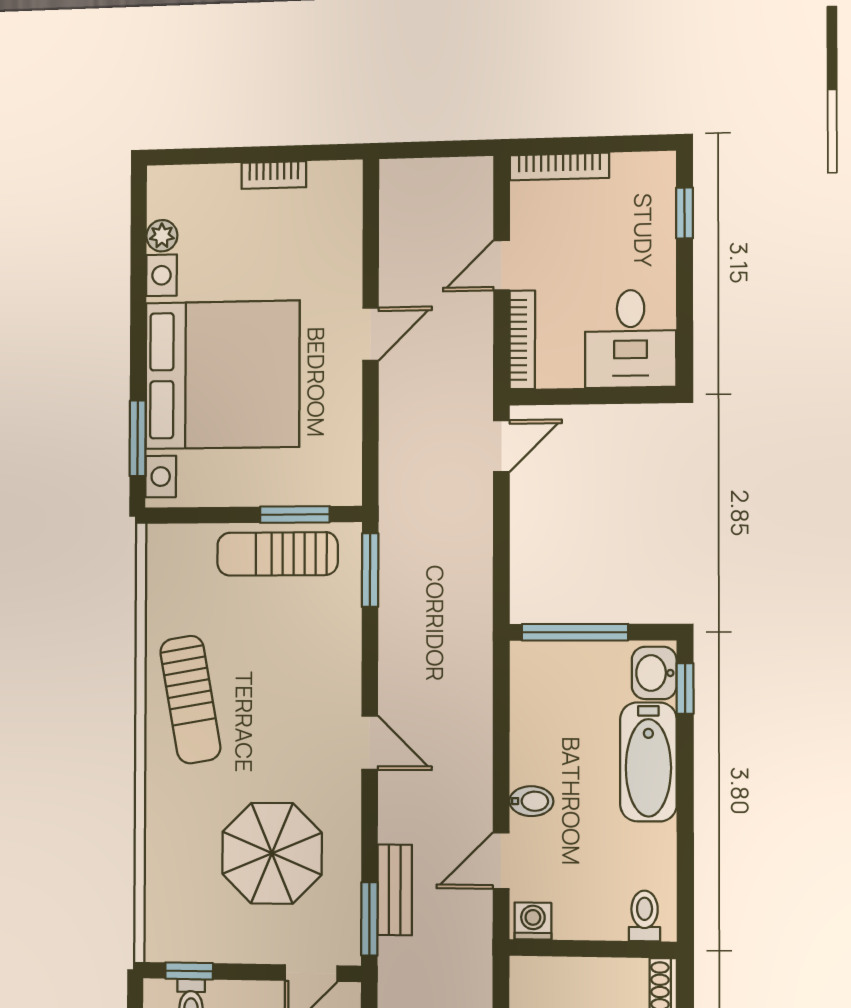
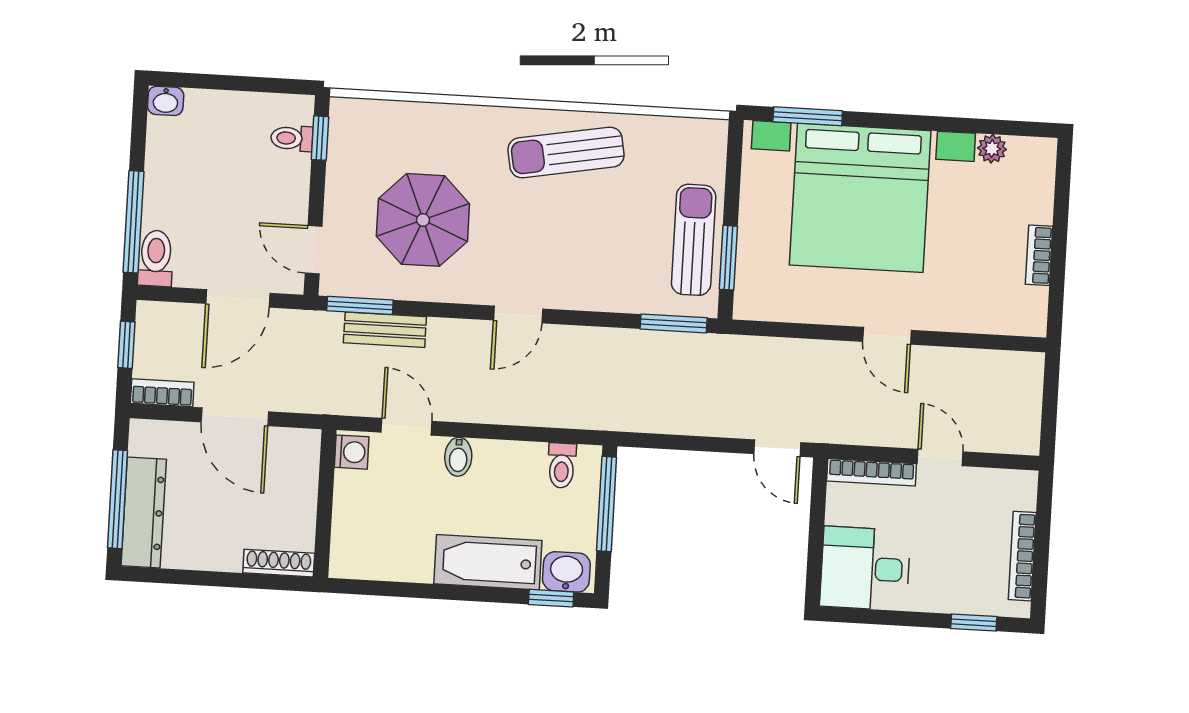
bookcase: (559, 167) -> (1022, 556), moved
toilet: (645, 916) -> (562, 465), moved, turned 90

